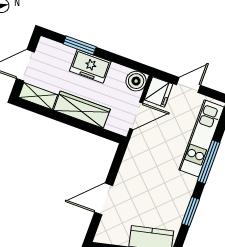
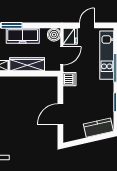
freezer: (90, 66) -> (23, 36), width x1.40
dishwasher: (135, 153) -> (70, 79), added

